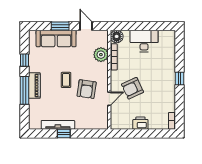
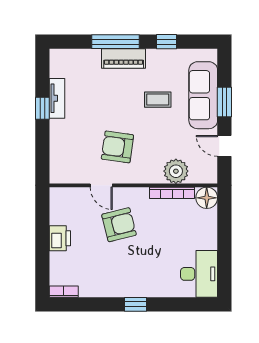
door: (86, 26) -> (224, 146), swing flipped
desk: (144, 41) -> (199, 274), moved
coffee table: (66, 80) -> (158, 100), moved
armchair: (133, 88) -> (119, 225), turned 101
tv unit: (58, 125) -> (57, 98), width x0.71

